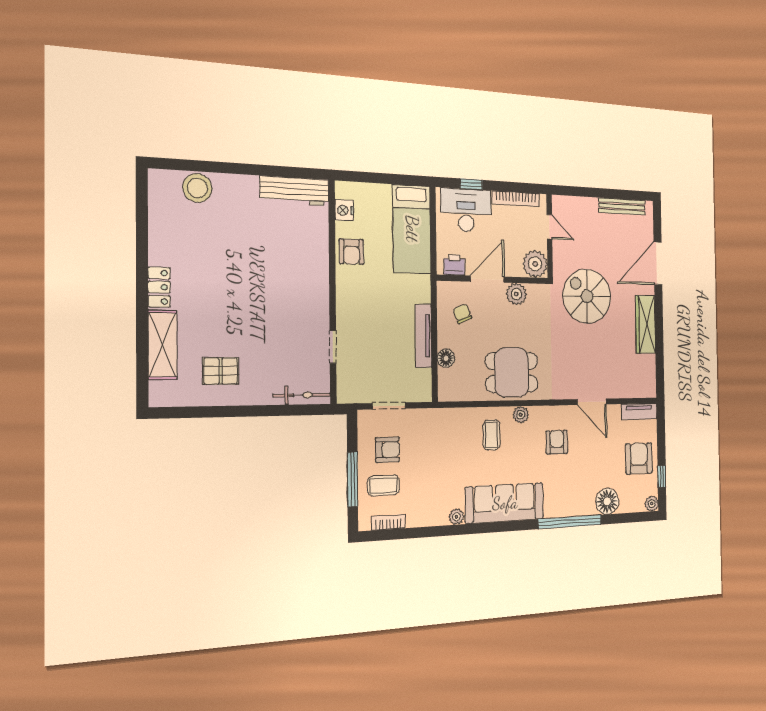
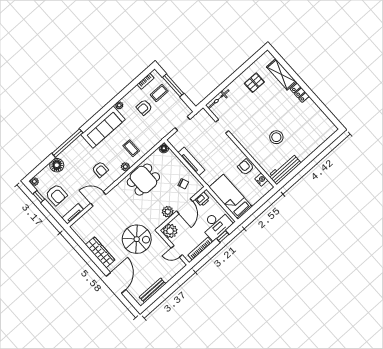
stool: (197, 188) -> (276, 137), moved
floor lamp: (446, 358) -> (164, 148), moved
armchair: (387, 450) -> (144, 107), moved

